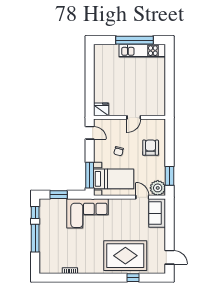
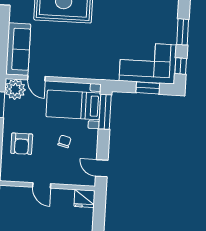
door: (134, 117) -> (42, 185), swing flipped
corner sofa: (88, 213) -> (148, 63), moved
sofa: (157, 213) -> (18, 49), width x1.36
window: (35, 238) -> (183, 32), width x0.69

